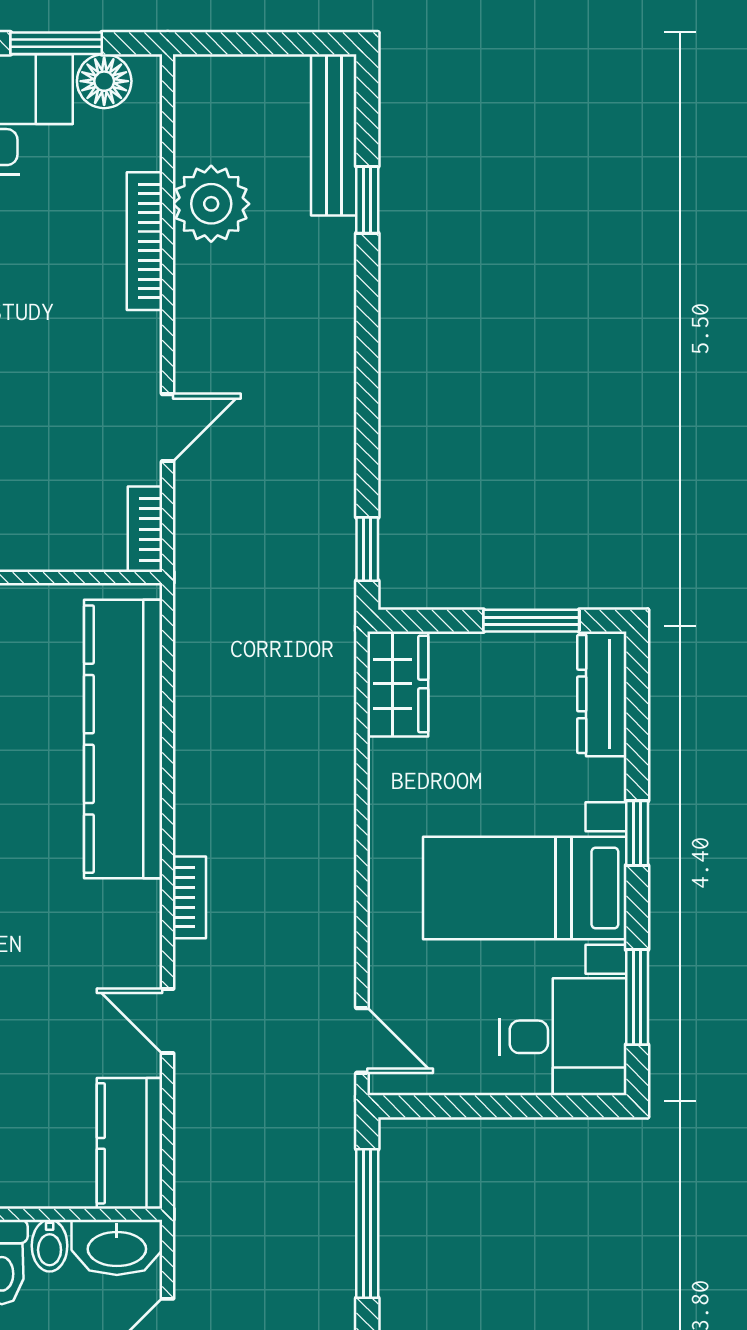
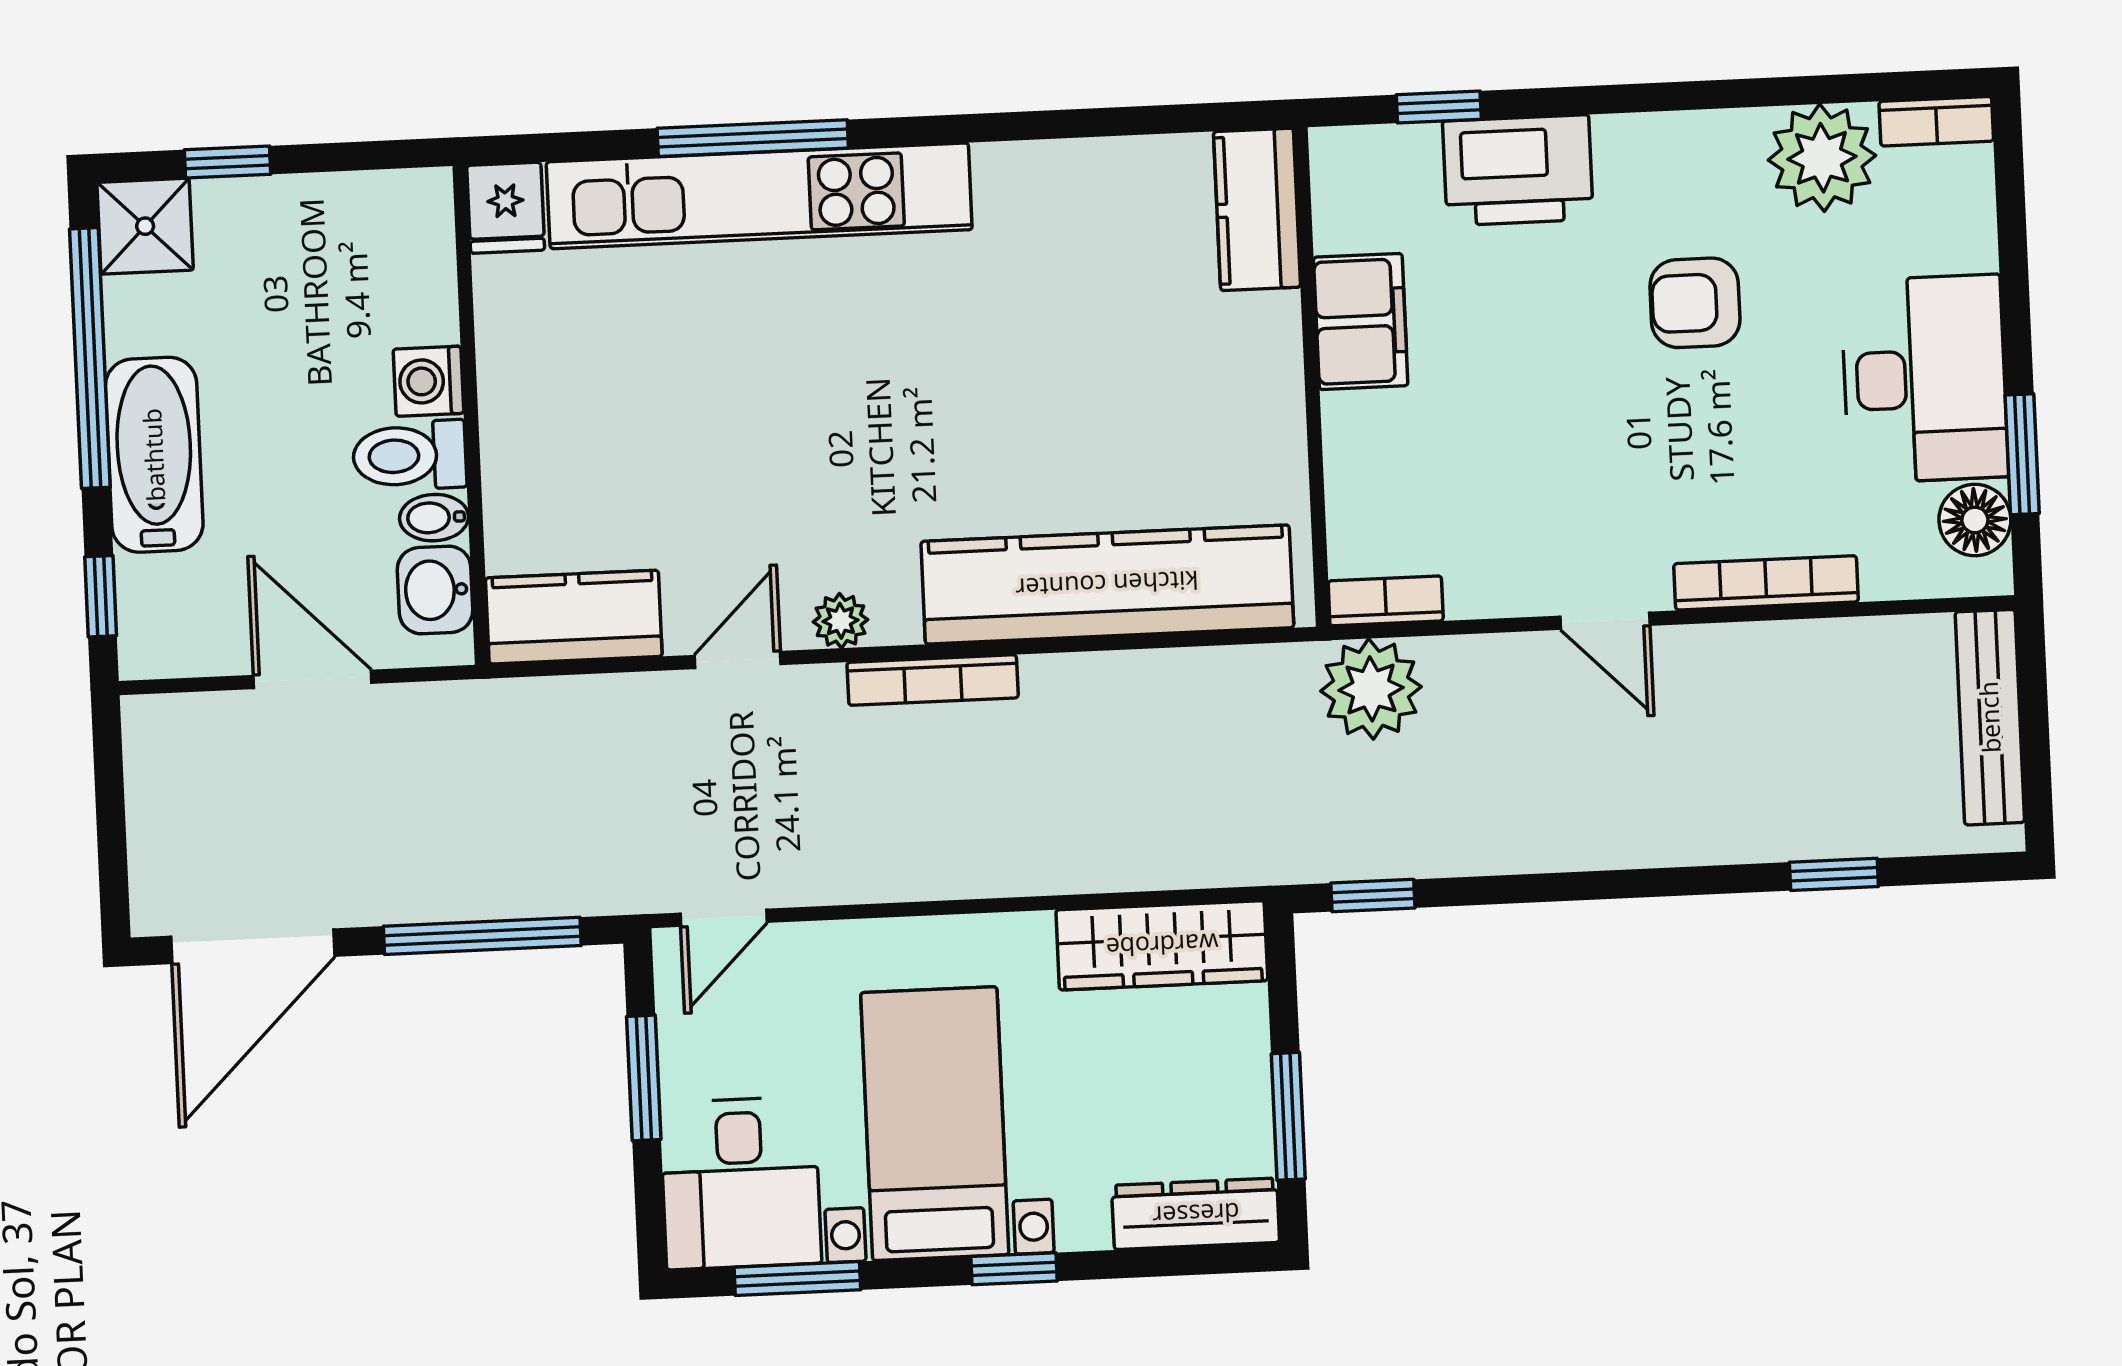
bench: (334, 135) -> (1990, 717), moved, turned 90
plant: (211, 204) -> (1371, 689), moved
door: (168, 428) -> (1605, 621), moved
wardrobe: (398, 684) -> (1162, 945), width x1.50
bookcase: (189, 897) -> (933, 680), width x1.56
plant: (141, 942) -> (840, 621), added
window: (480, 1106) -> (644, 1078), added
washbasin: (117, 1247) -> (435, 590), width x0.72

